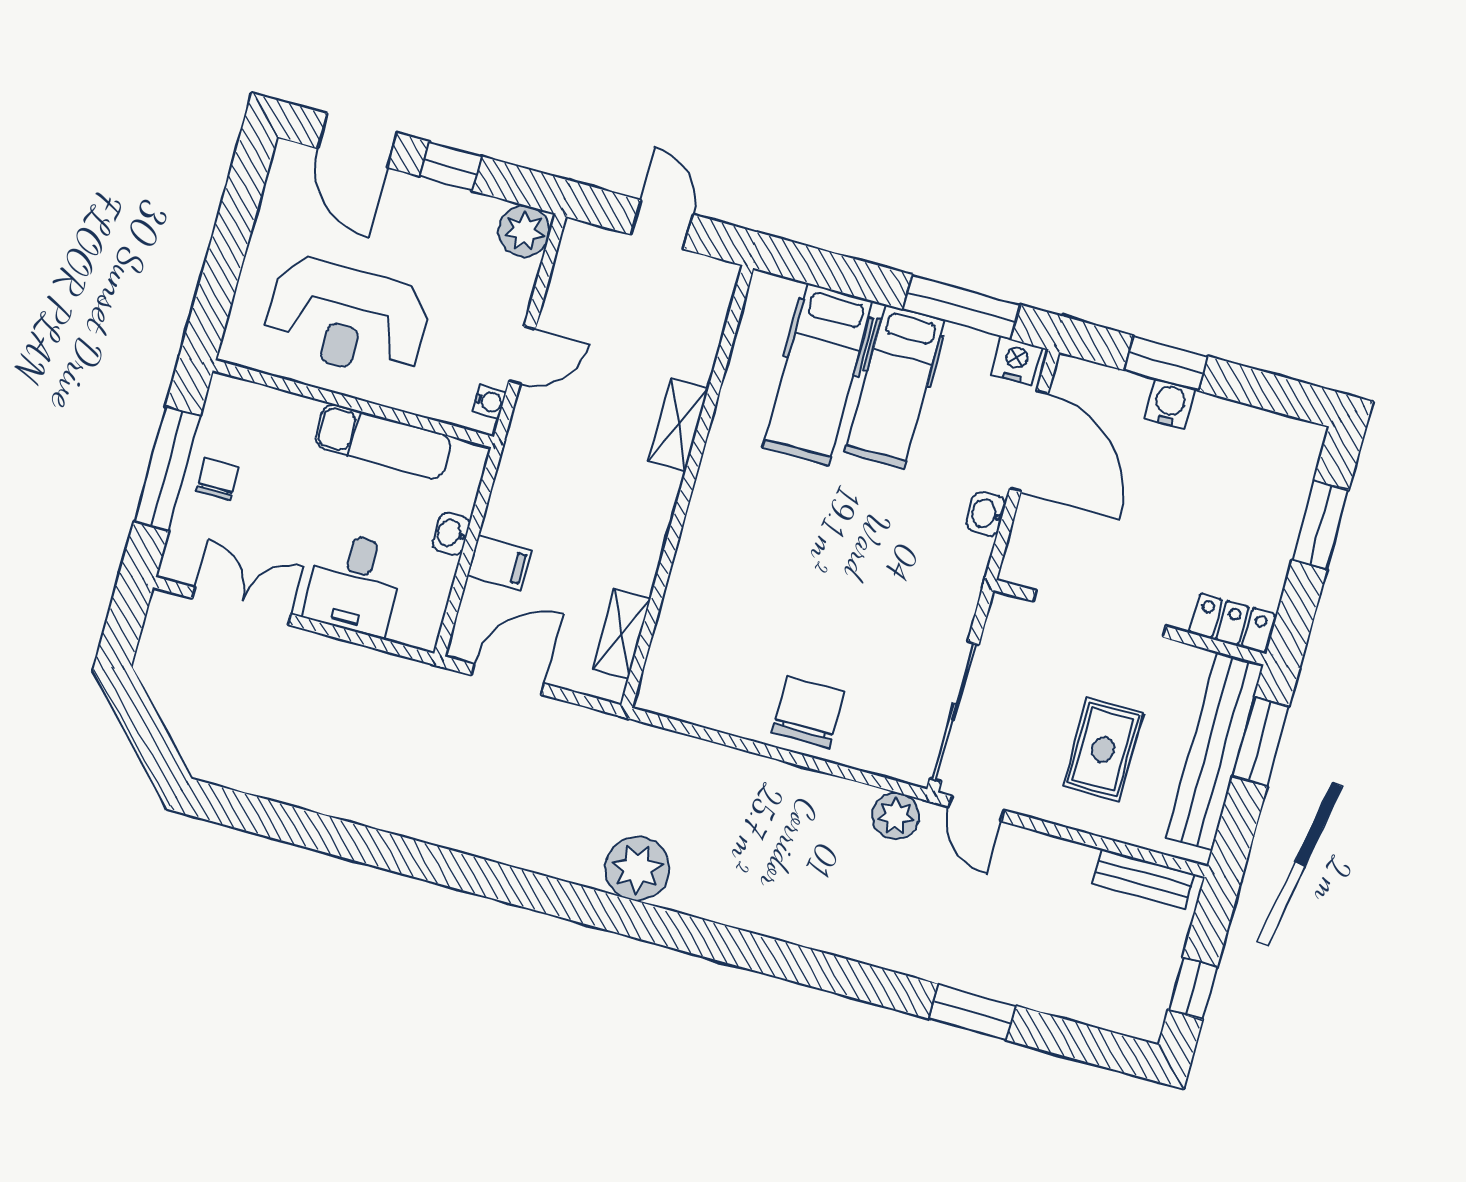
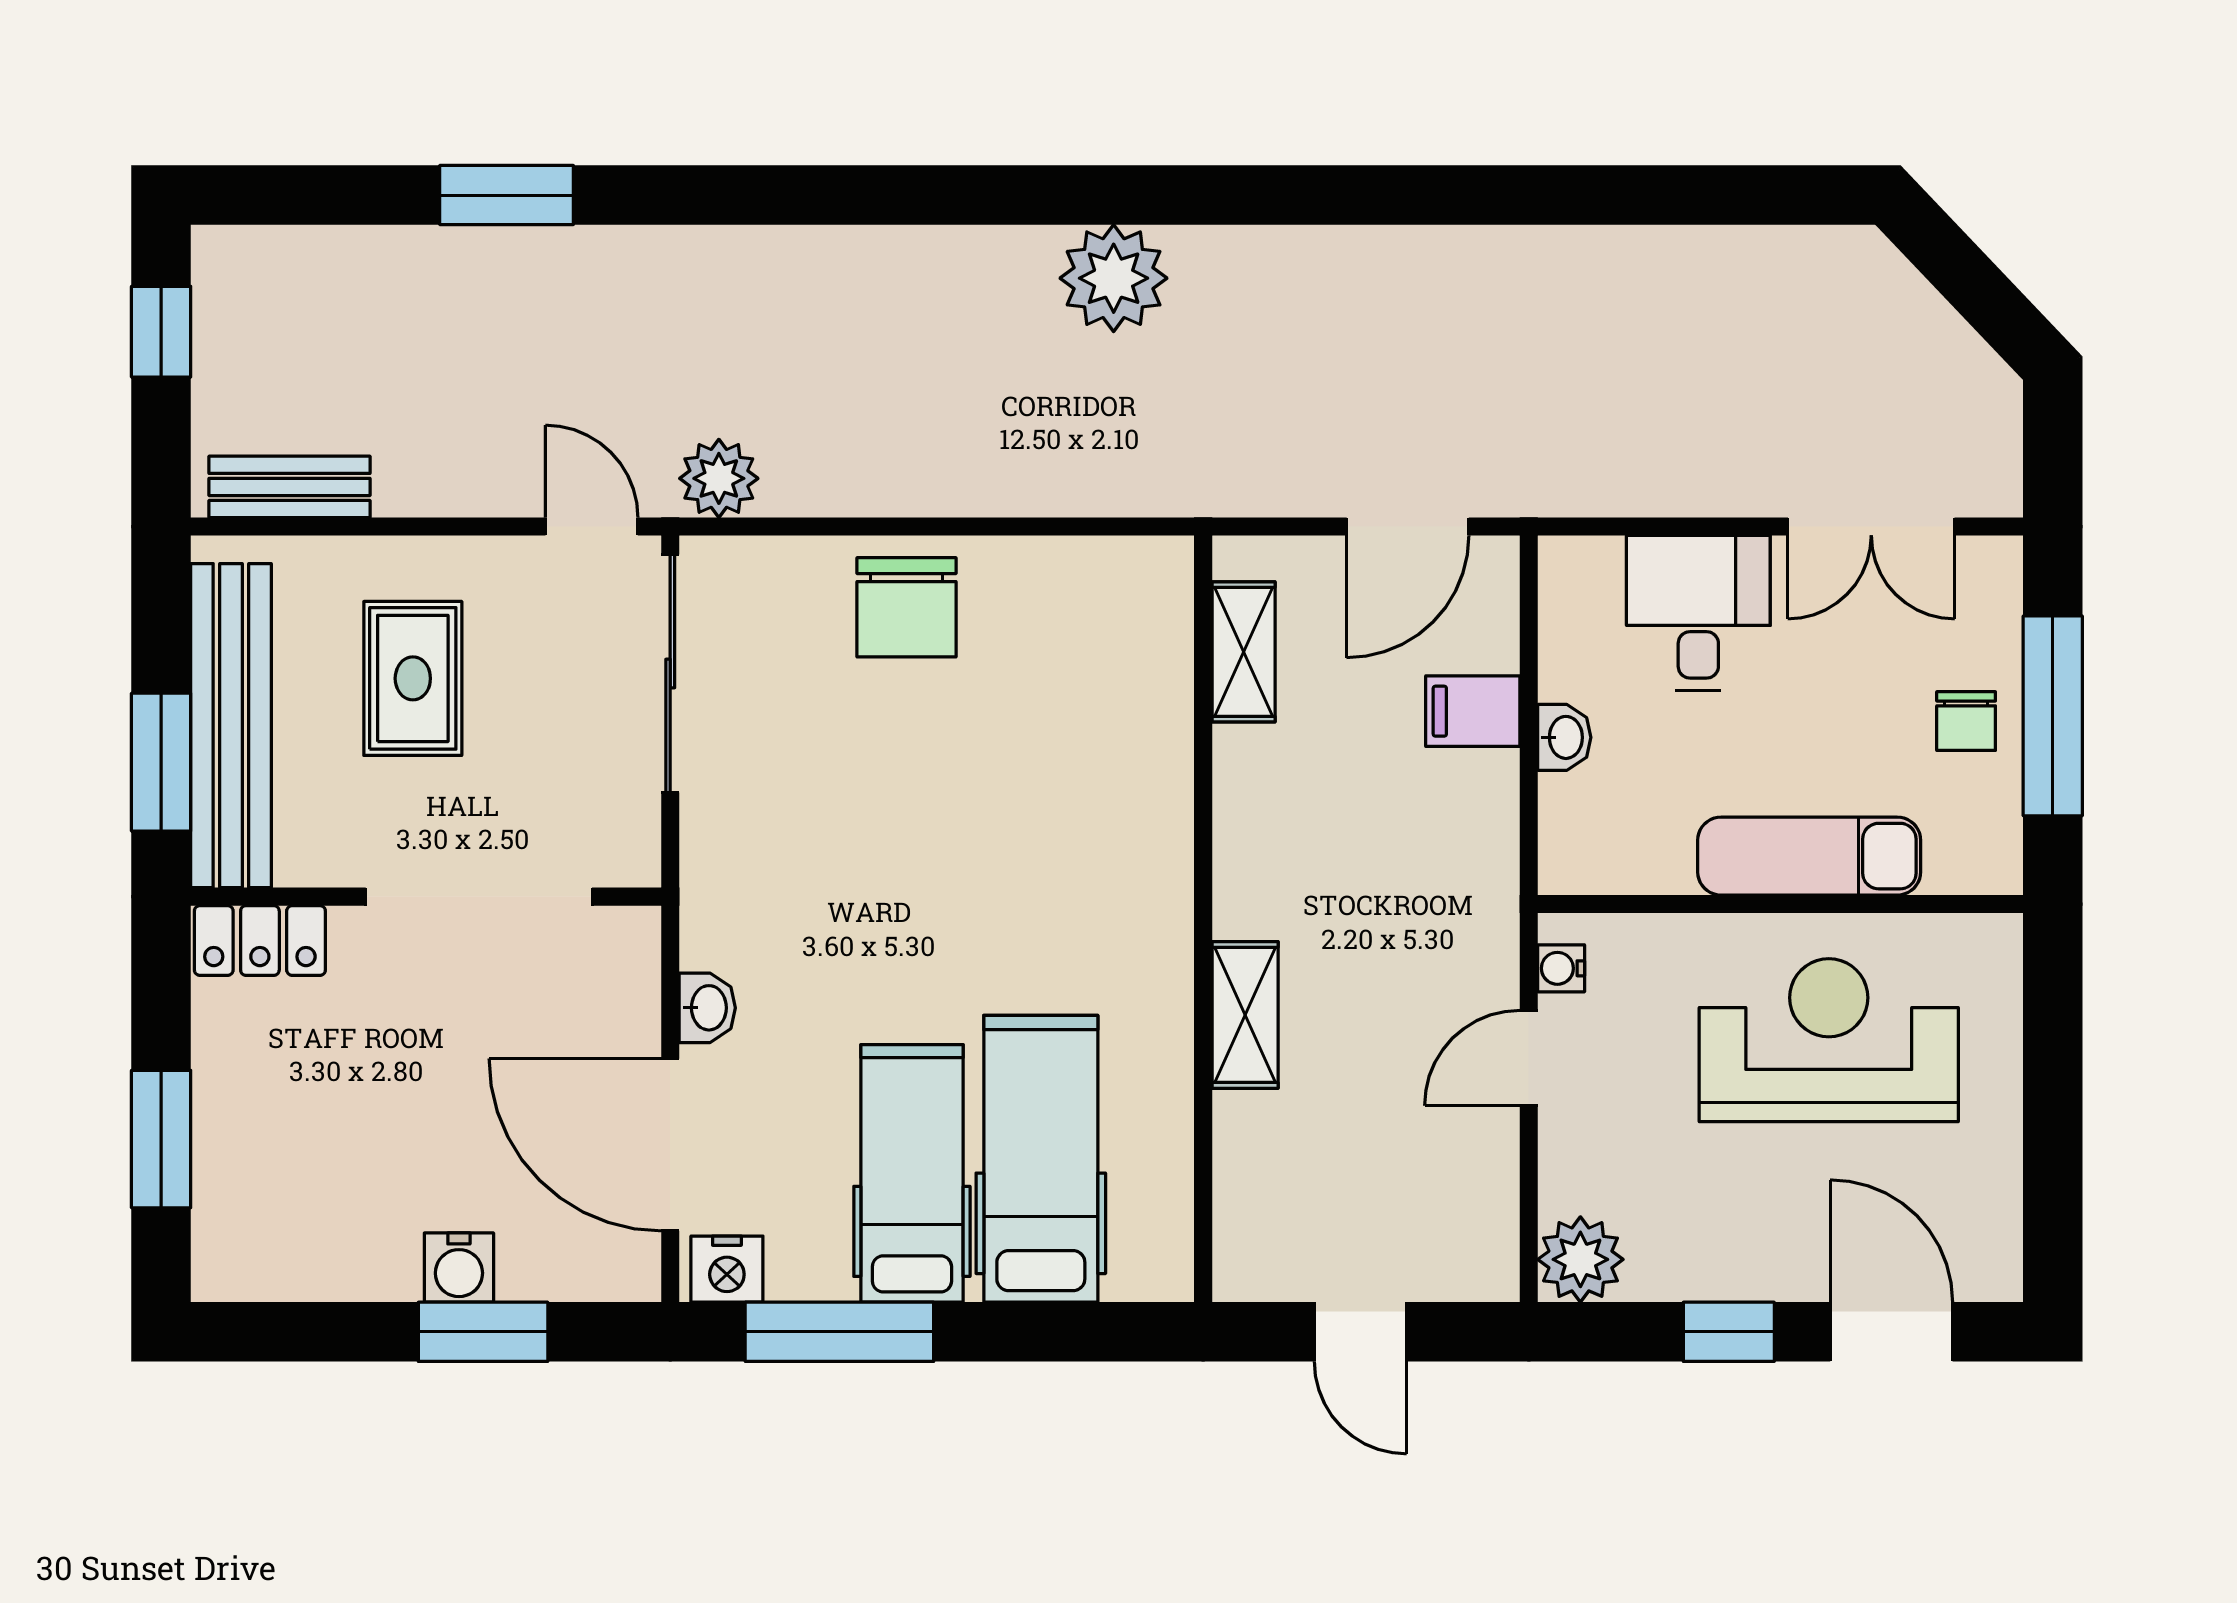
exam couch: (383, 442) -> (1809, 856), moved

